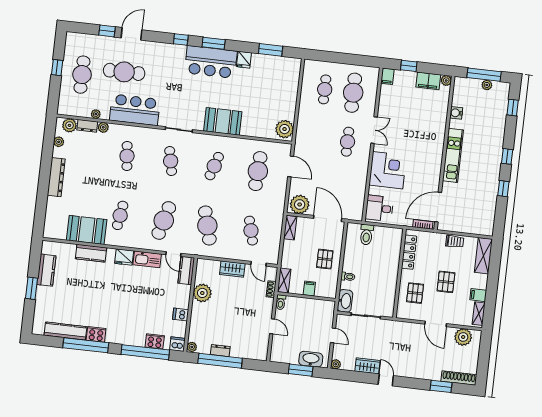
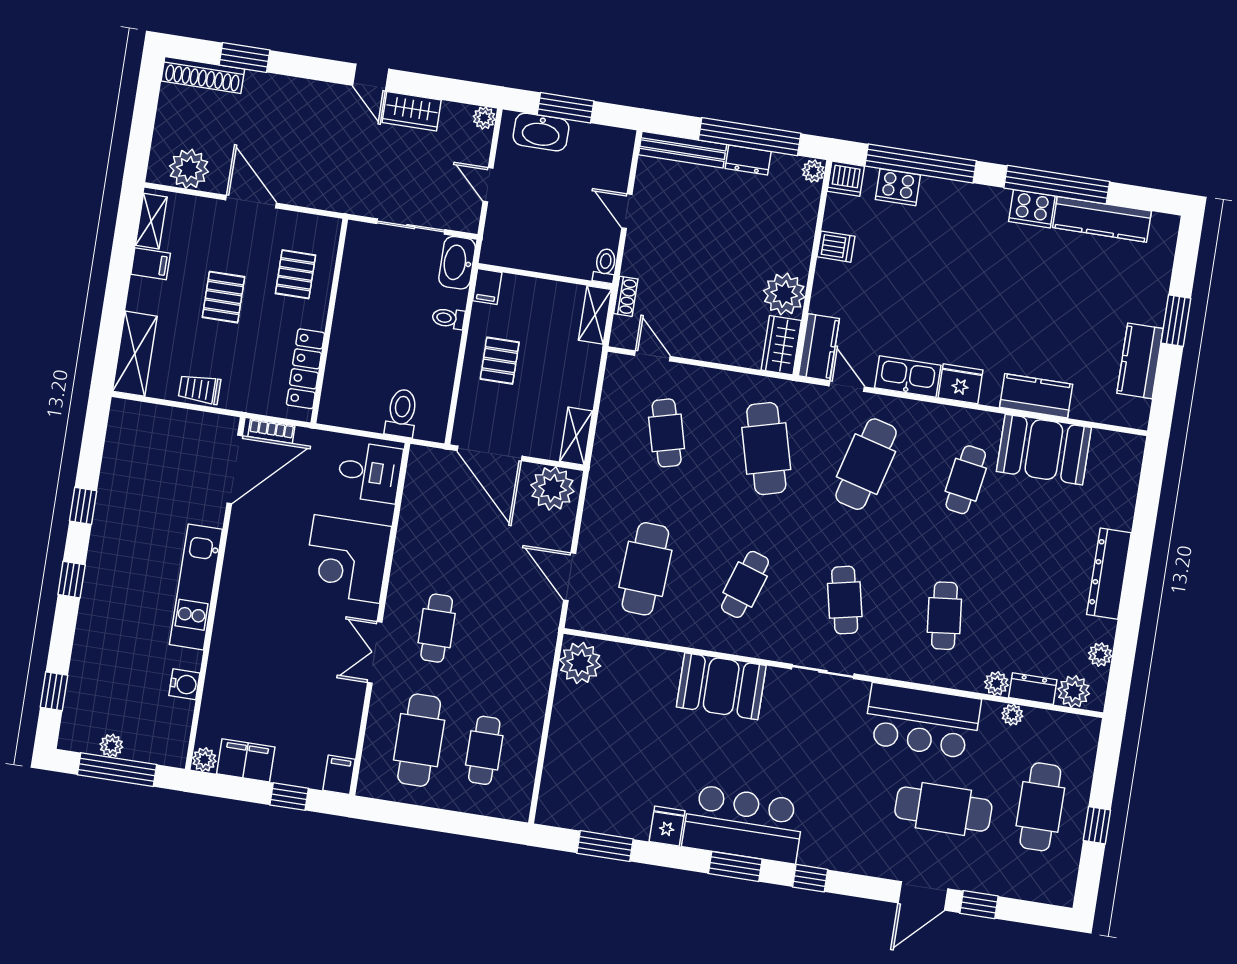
wardrobe: (232, 269) -> (781, 345), moved, turned -90
filing cabinet: (309, 288) -> (487, 287), moved
bench: (249, 354) -> (683, 150), added

